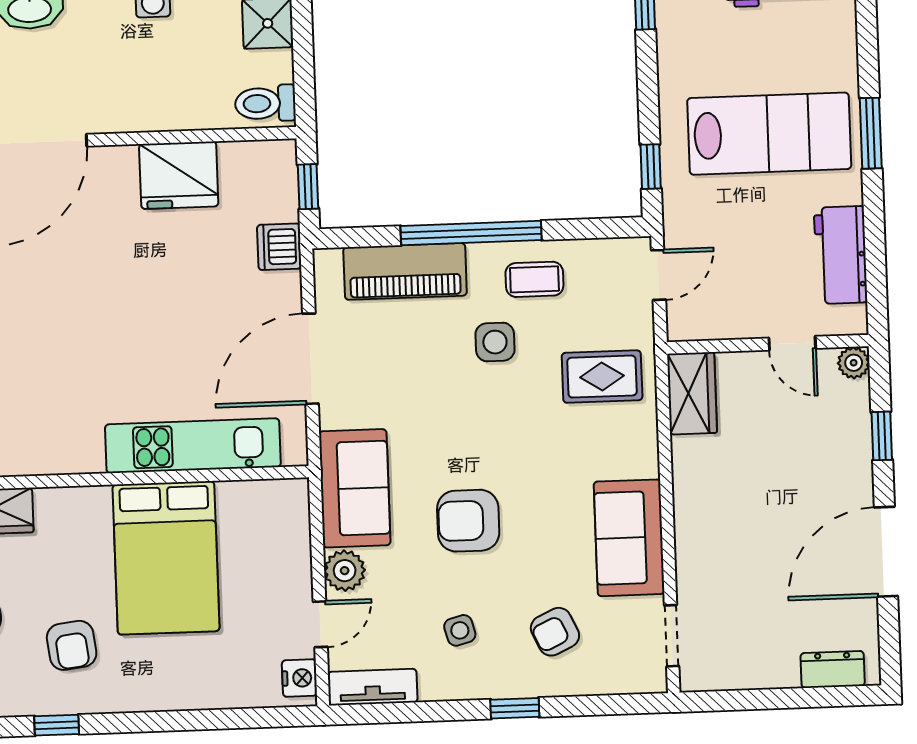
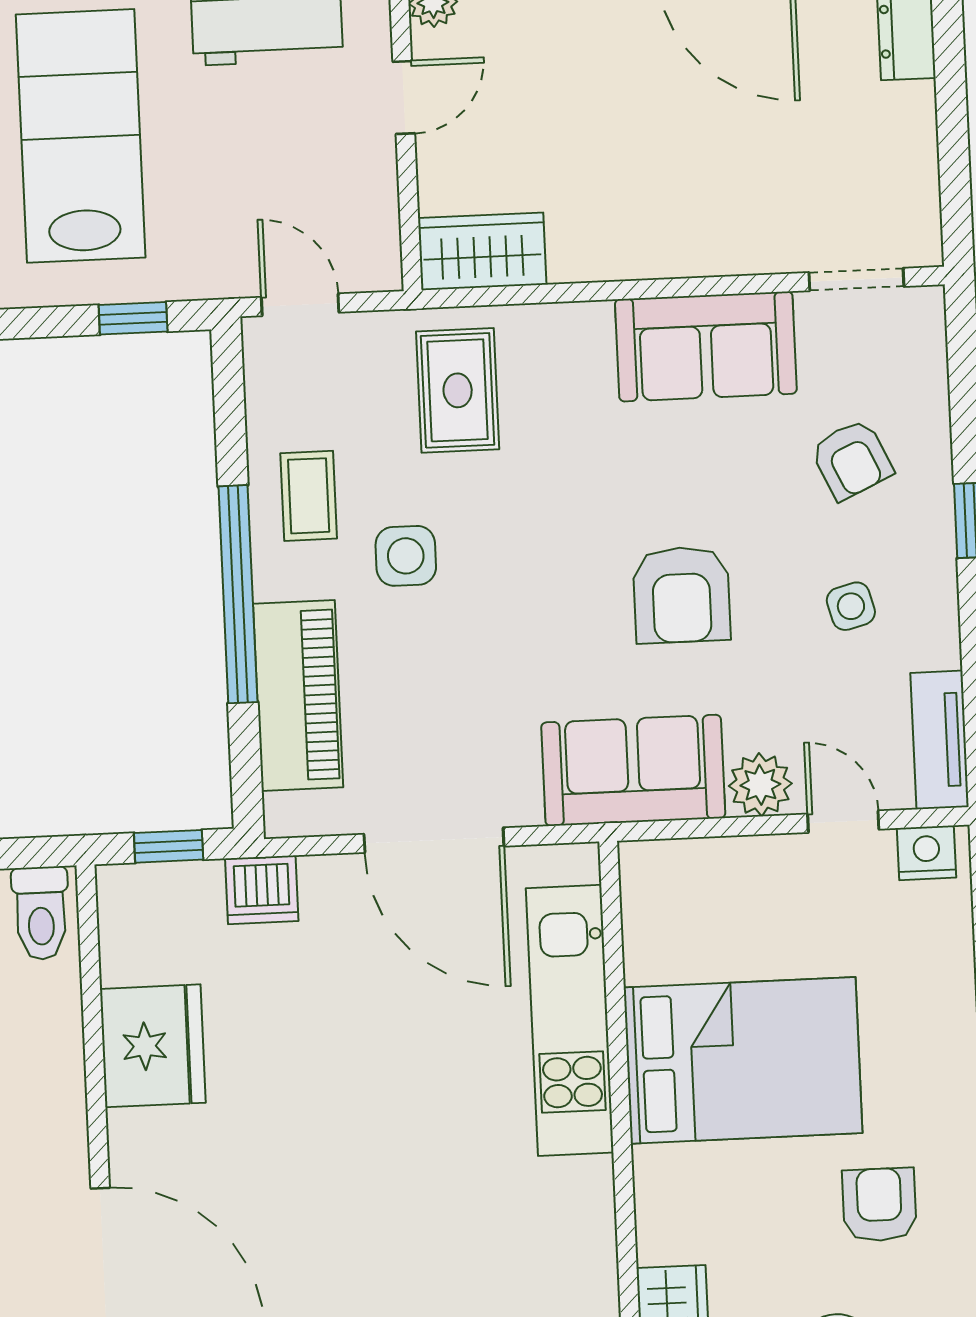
armchair: (72, 645) -> (879, 1205), turned -83

